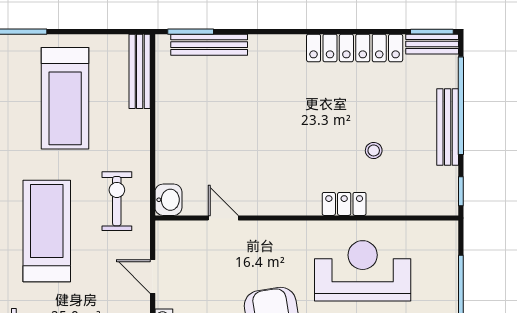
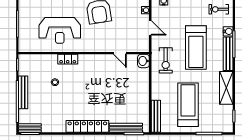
locker: (355, 48) -> (87, 126), moved

